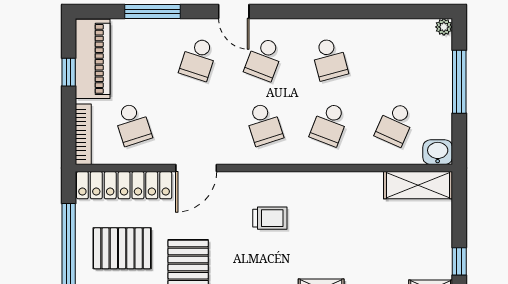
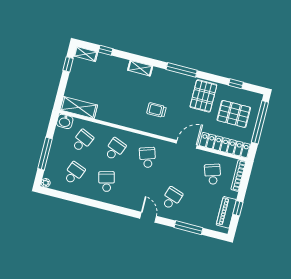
piano: (93, 59) -> (226, 212), width x0.73, depth x0.75
school desk: (264, 59) -> (74, 173), moved

